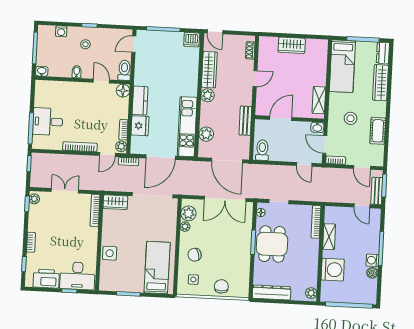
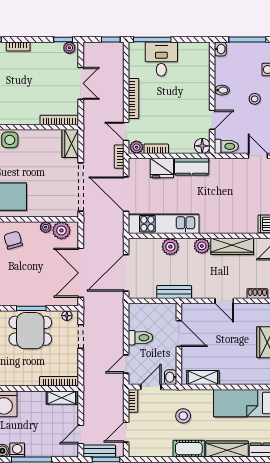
cot: (378, 131) -> (189, 449), moved
plant: (206, 134) -> (170, 247), moved
toilet: (262, 150) -> (140, 338), moved
shelving: (329, 237) -> (62, 398), moved

